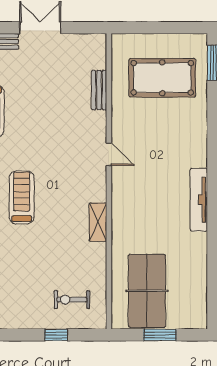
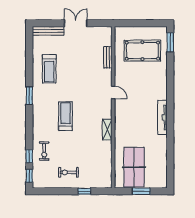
exercise bike: (72, 300) -> (68, 172), moved

